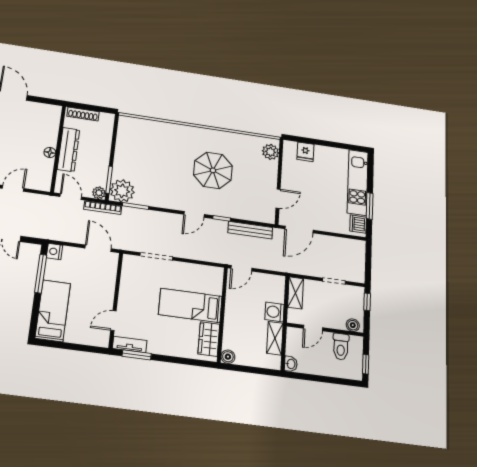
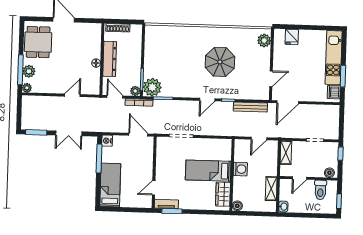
door: (241, 268) -> (259, 138), moved
washing machine: (274, 312) -> (240, 169), moved, turned 180

